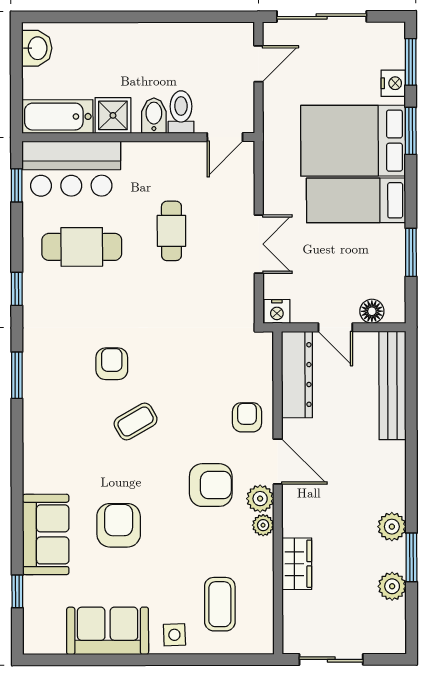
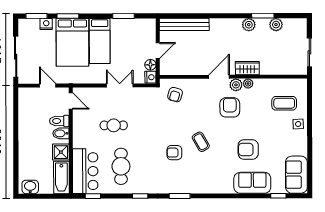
door: (258, 64) -> (48, 86), moved
floor lamp: (372, 311) -> (150, 65), moved
dresser: (297, 375) -> (179, 68), removed
armchair: (247, 417) -> (175, 95), moved, turned -74
wardrobe: (297, 564) -> (247, 68), moved
sofa: (108, 631) -> (296, 175), moved

